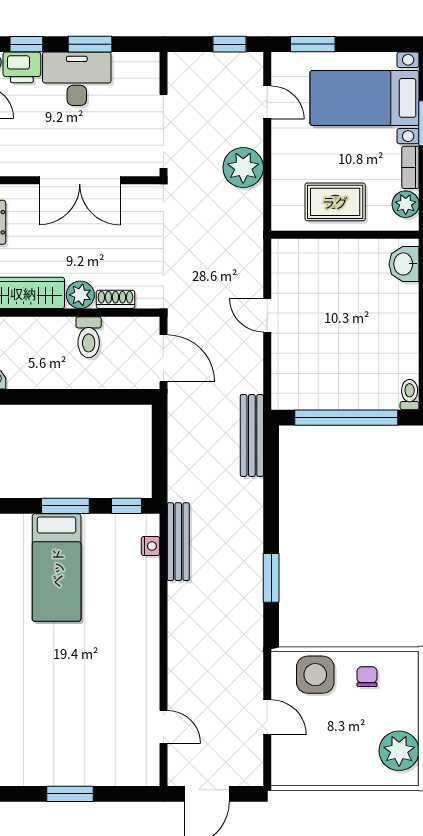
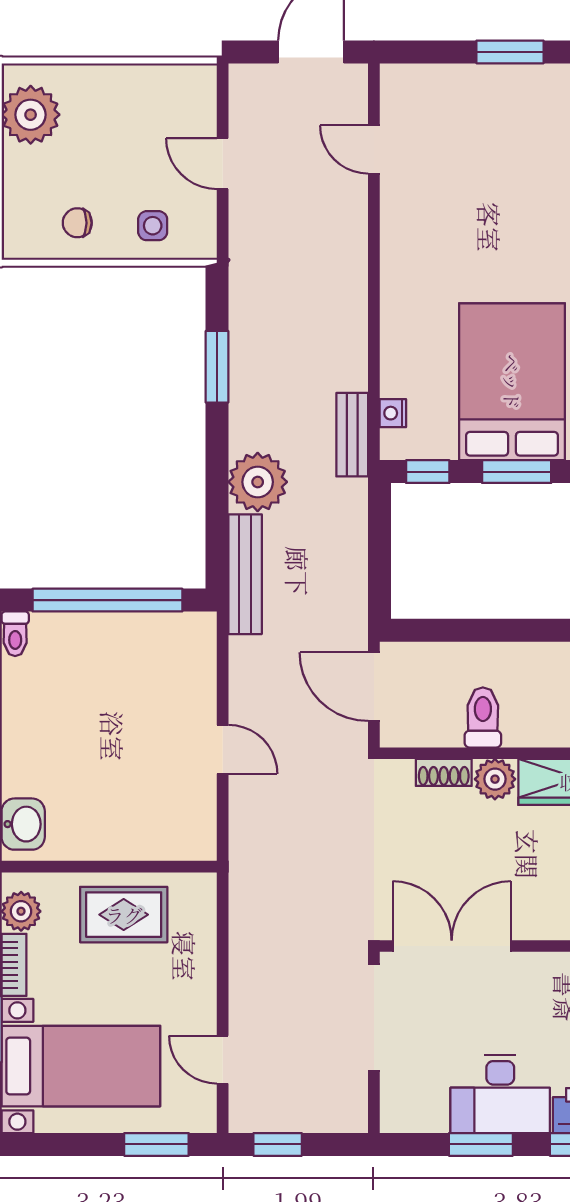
plant: (243, 168) -> (258, 482), moved
double door: (80, 180) -> (452, 946), moved
bench: (178, 542) -> (352, 435), width x0.73
bed: (57, 568) -> (512, 382), width x1.50
side table: (315, 675) -> (153, 226), width x0.54, depth x0.54
chair: (367, 677) -> (77, 223), turned 90

